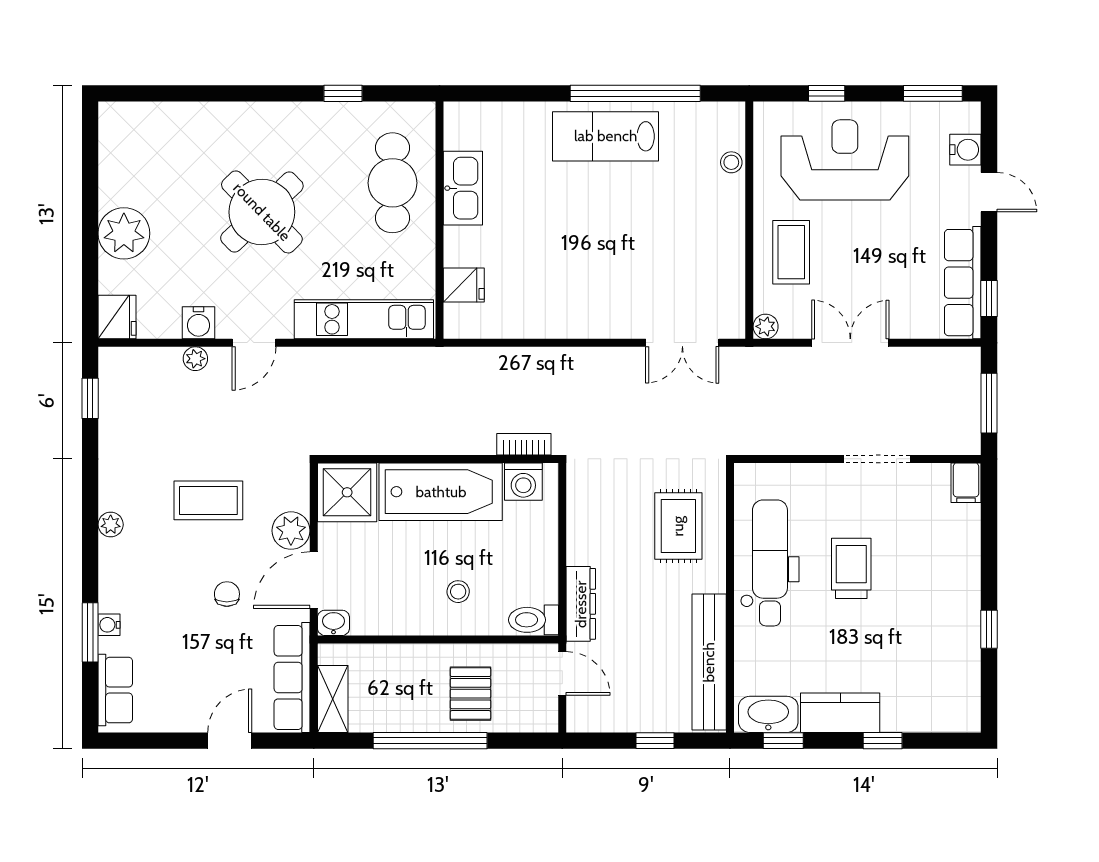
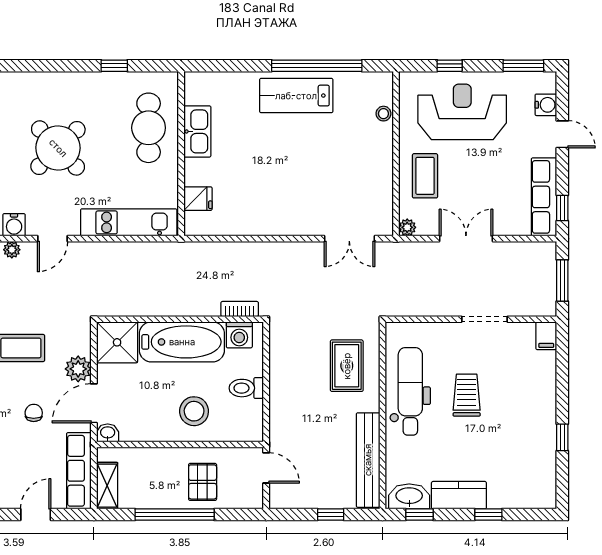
stool: (458, 592) -> (194, 411), width x1.89, depth x1.89
dresser: (581, 604) -> (279, 420), removed
toilet: (533, 620) -> (246, 388), moved

